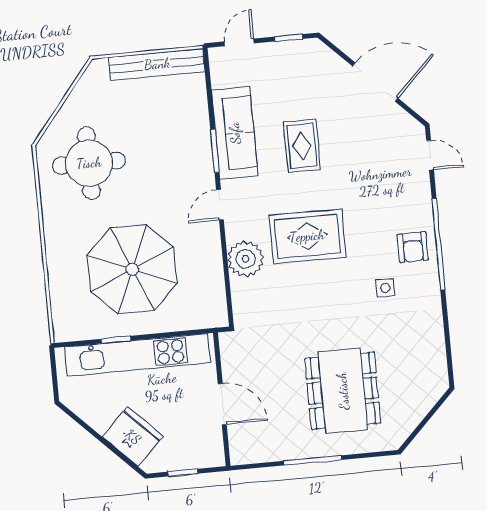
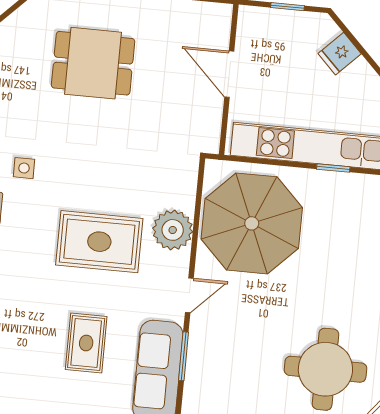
parasol: (132, 269) -> (252, 223), moved
dining table: (343, 391) -> (93, 63), width x0.73
fridge: (133, 437) -> (340, 54), width x0.53, depth x0.75

